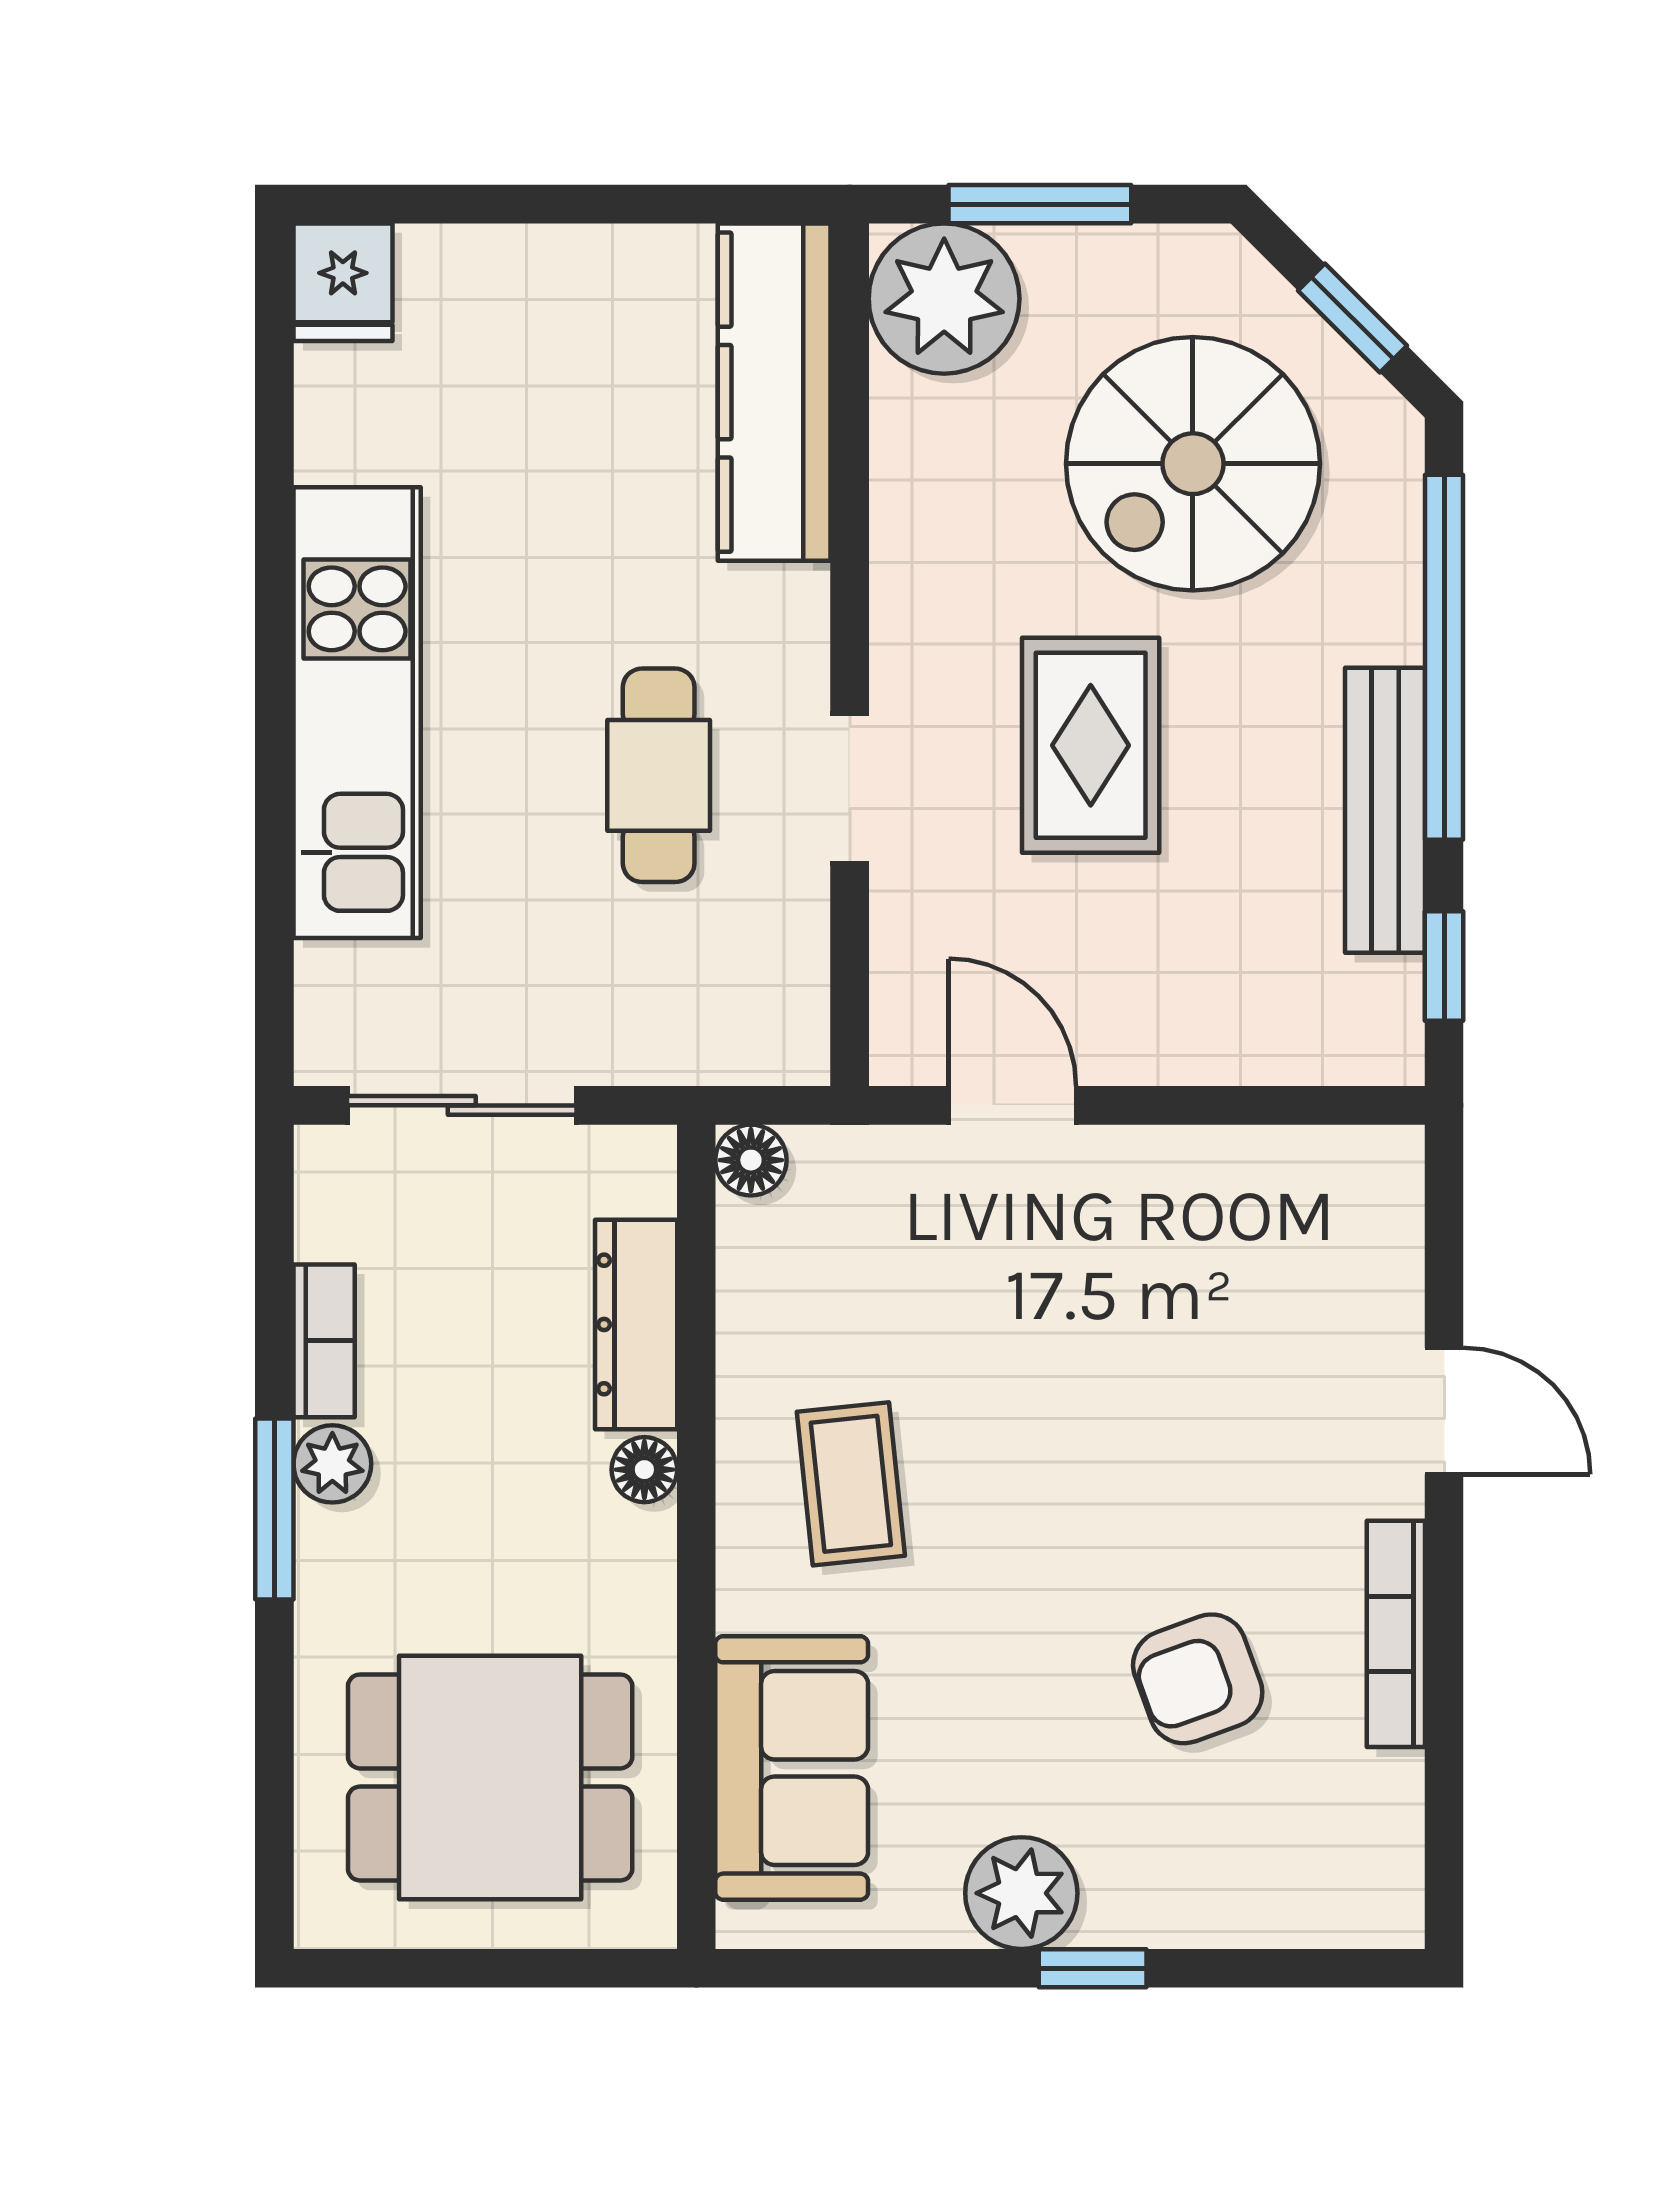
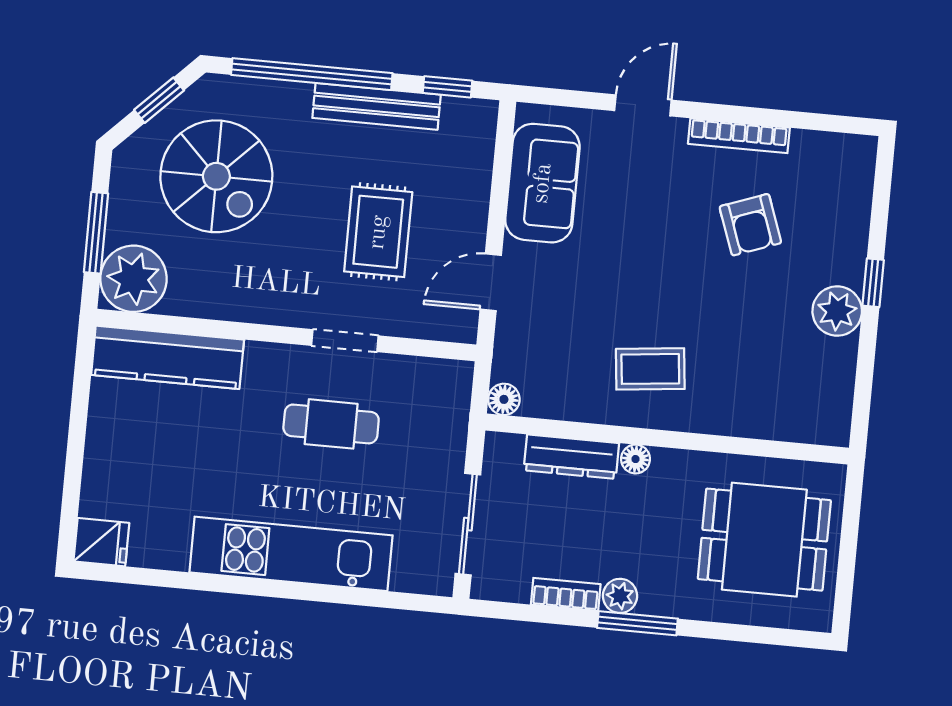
rug: (1091, 745) -> (378, 232), moved, turned 90
sofa: (792, 1768) -> (542, 183), moved, turned 90
dining table: (490, 1777) -> (764, 540), turned 90

